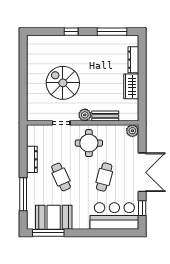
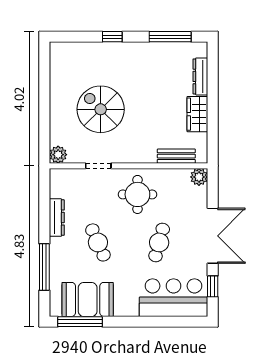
plant: (85, 115) -> (58, 155), moved
bench: (105, 116) -> (176, 156), moved

